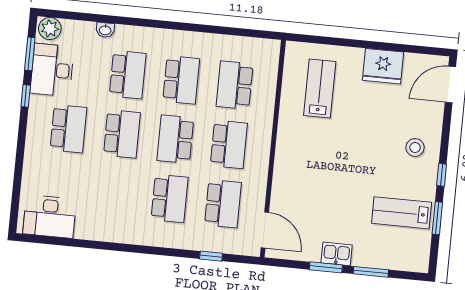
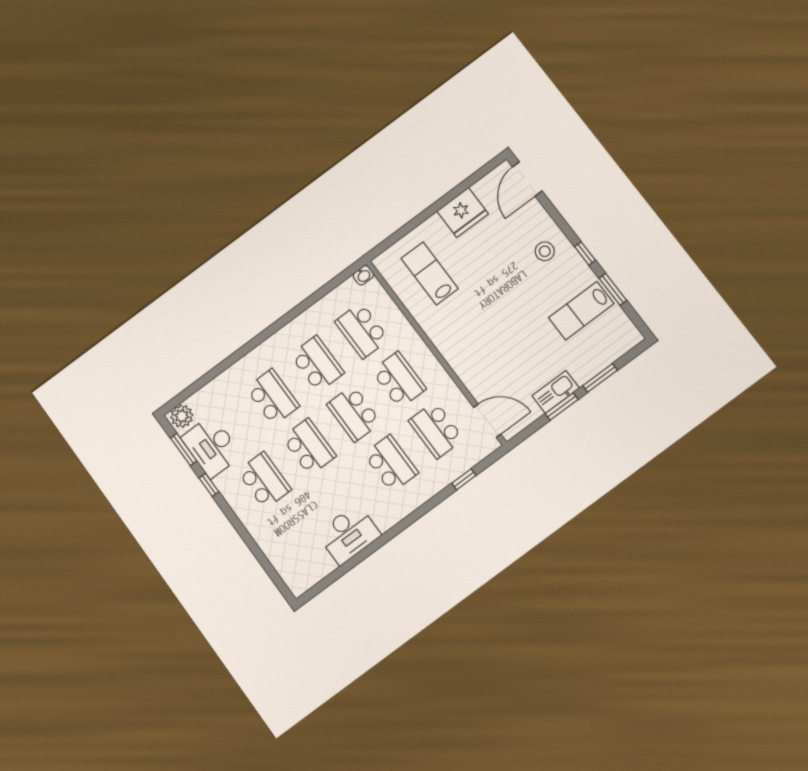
washbasin: (105, 30) -> (363, 275), moved
school desk: (223, 204) -> (436, 430), turned 180
desk: (50, 217) -> (349, 534), moved
kitchen sink: (337, 254) -> (556, 392), width x1.38

